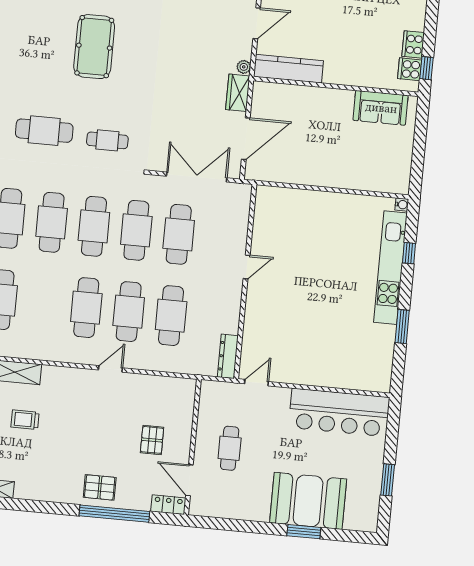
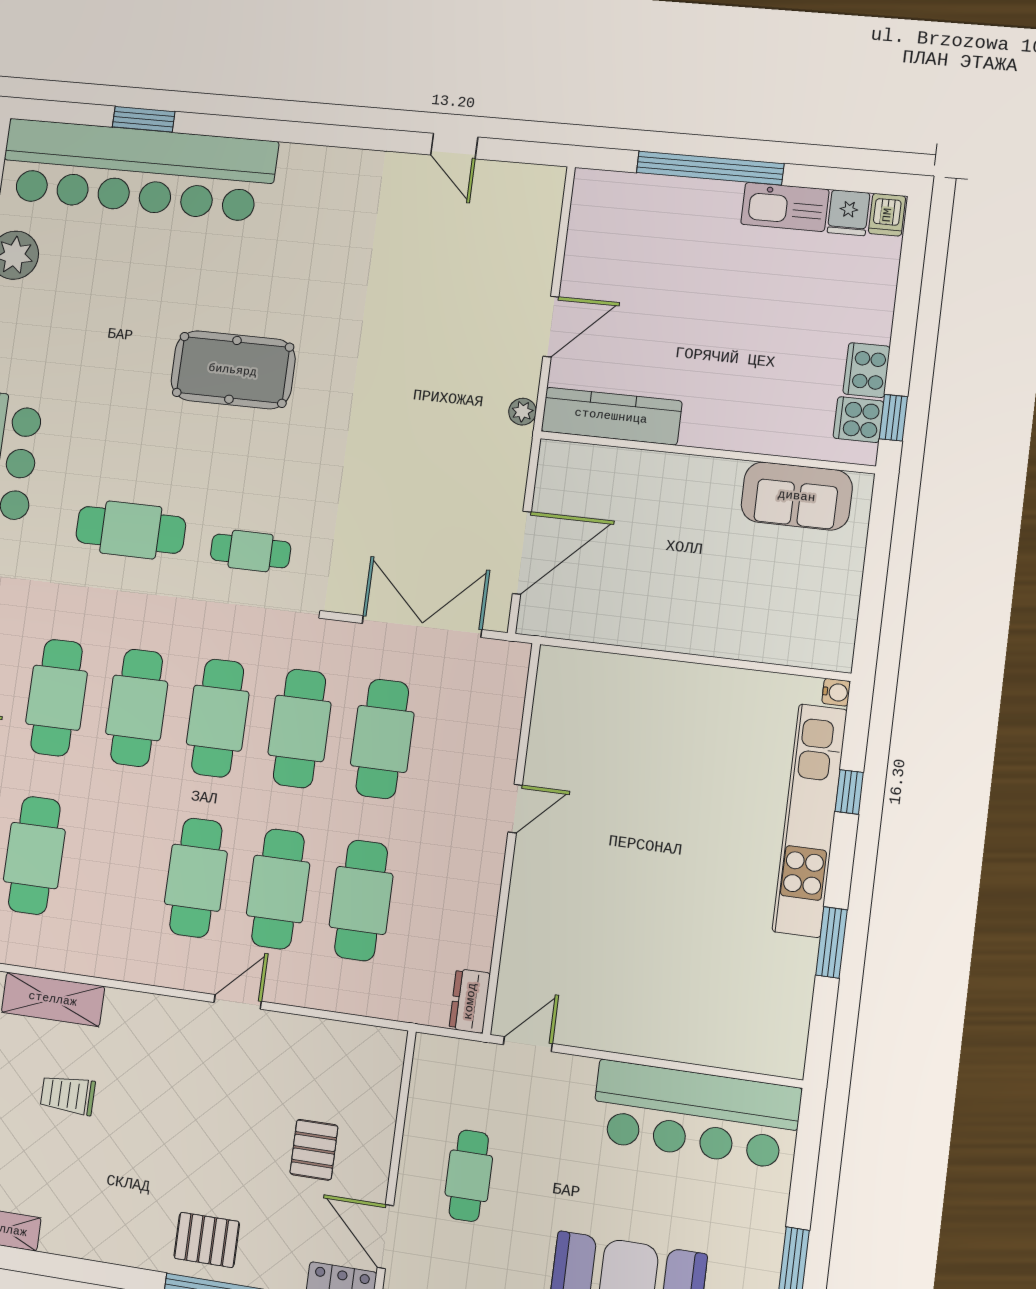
pool table: (94, 47) -> (233, 370), turned 90
wardrobe: (238, 93) -> (509, 462), removed
dresser: (228, 356) -> (470, 1001), width x0.70

